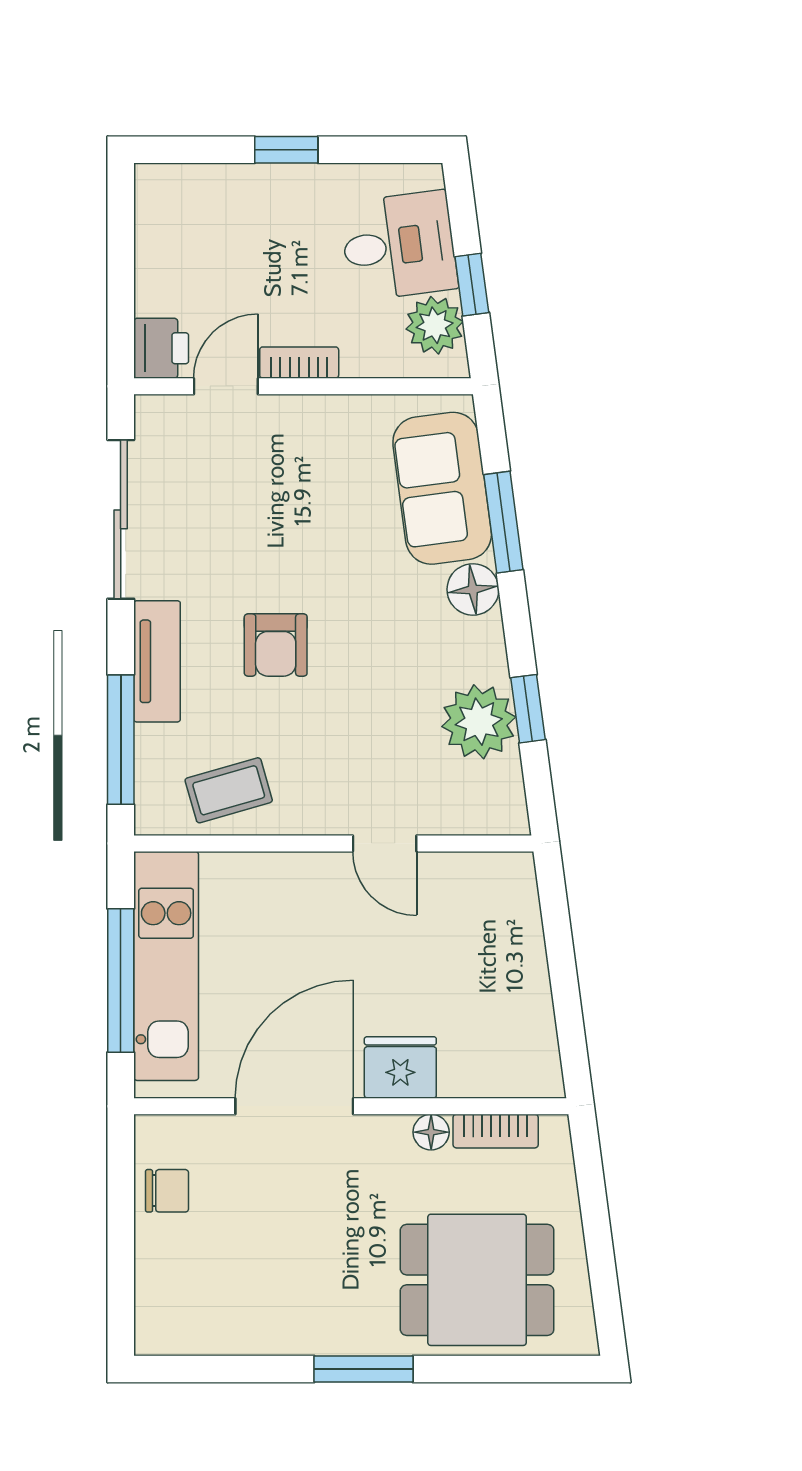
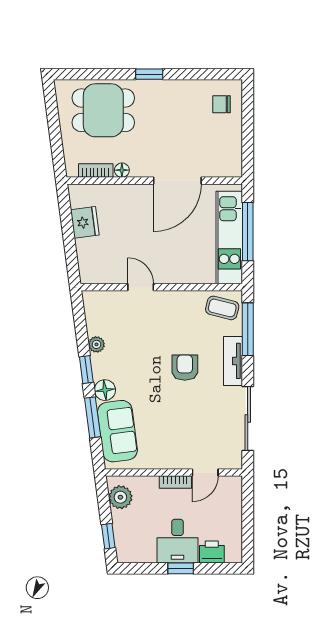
desk: (399, 246) -> (178, 541), moved, turned -82
window: (472, 285) -> (108, 536), moved
printer: (161, 348) -> (212, 552), moved, turned 90
window: (528, 709) -> (86, 370), moved
plant: (479, 722) -> (96, 344), width x0.53, depth x0.53
coffee table: (229, 790) -> (222, 308), moved, turned 30
fridge: (400, 1067) -> (85, 222), moved, turned -98
chair: (167, 1191) -> (222, 104), moved
window: (363, 1369) -> (149, 74), width x0.67

